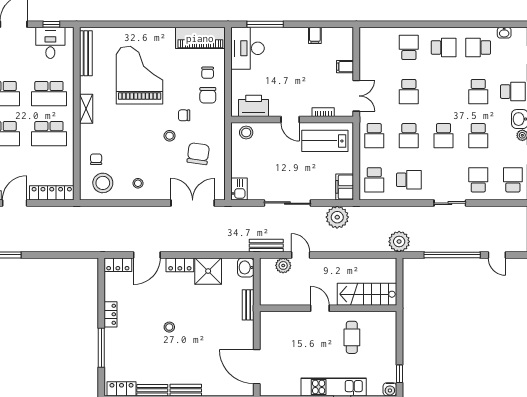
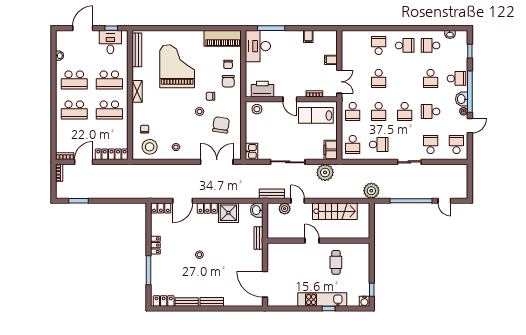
school desk: (478, 136) -> (431, 111), turned 90
stairs: (367, 294) -> (335, 211), moved, turned 180

